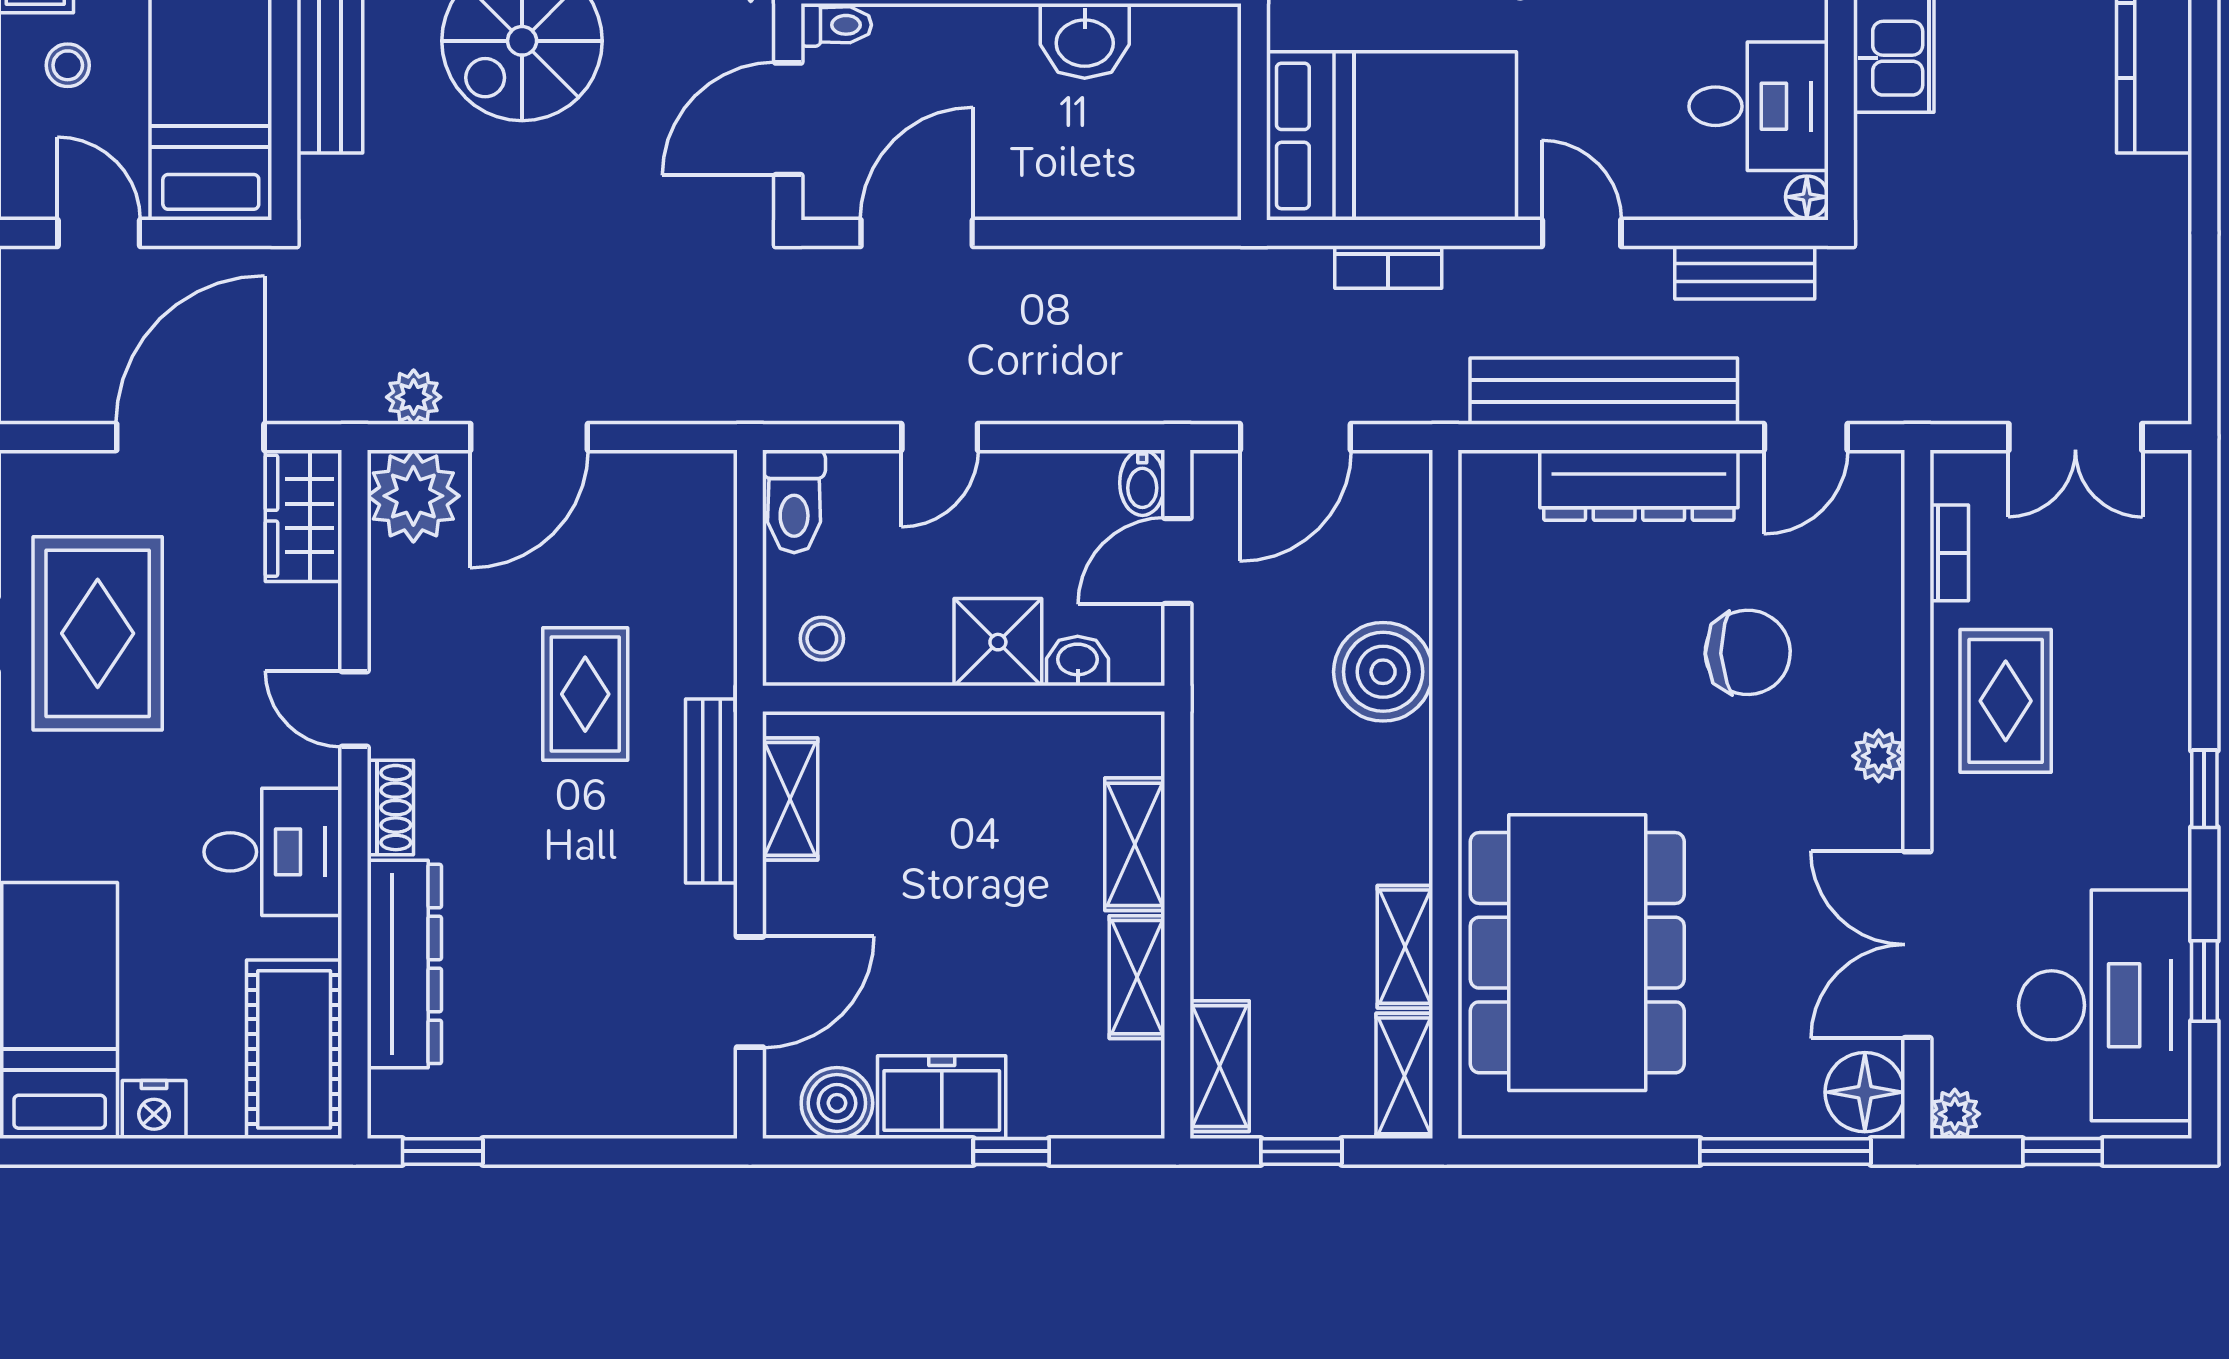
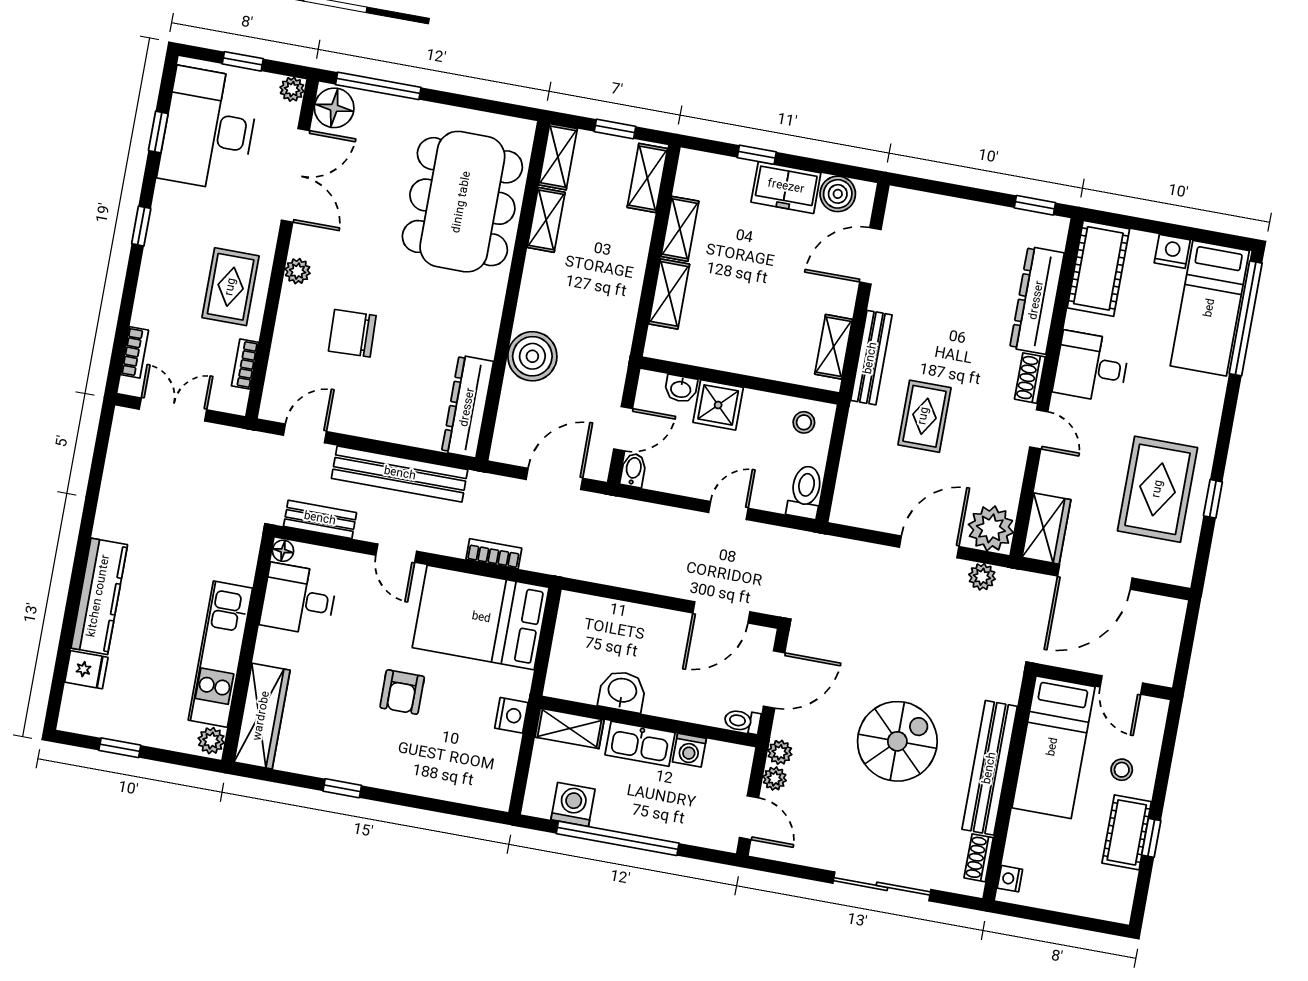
dresser: (1639, 485) -> (468, 407), moved, turned -90
bookcase: (2172, 536) -> (135, 352), added

